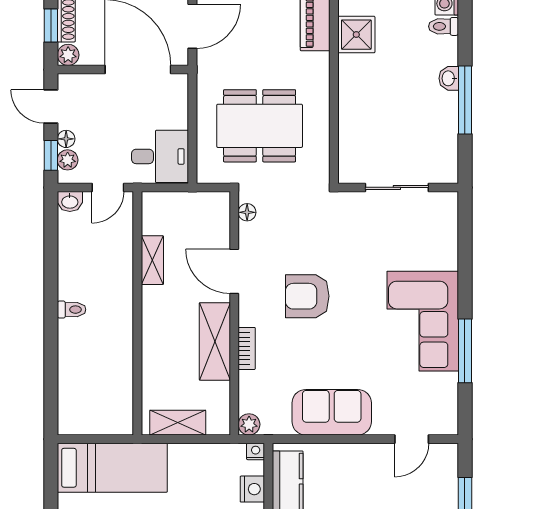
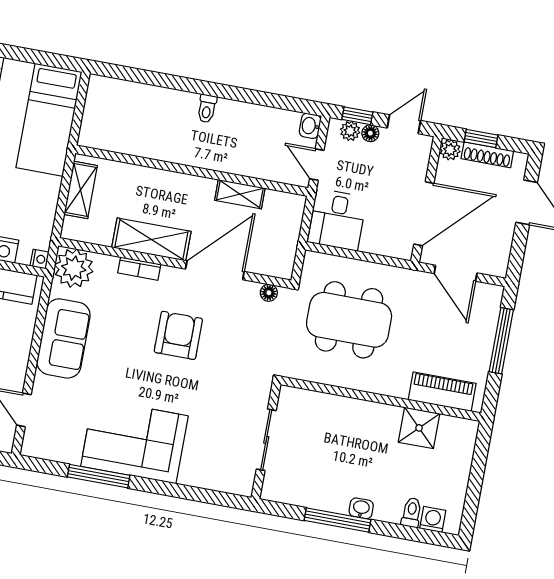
dining table: (260, 126) -> (349, 320), turned 90
door: (234, 271) -> (215, 270), width x1.36
plant: (249, 424) -> (74, 268), width x1.88, depth x1.88

